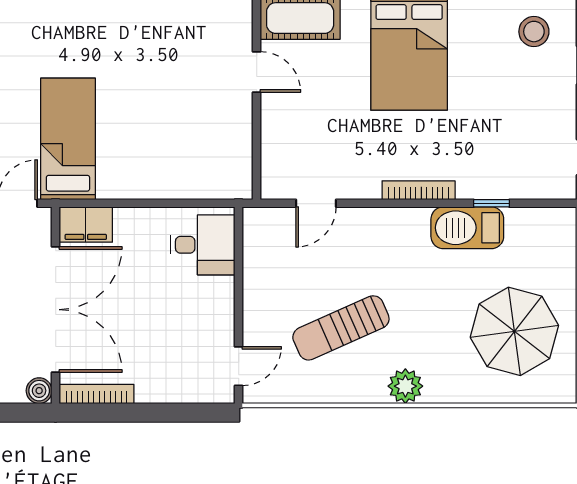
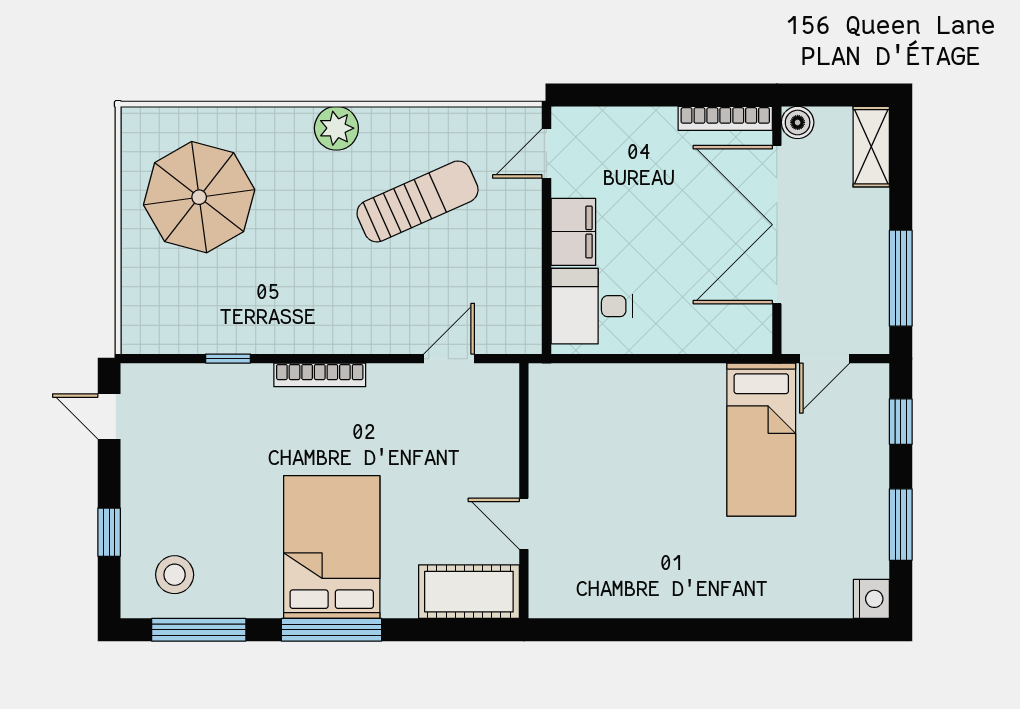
filing cabinet: (86, 224) -> (573, 232), moved, turned 90
barbecue: (467, 228) -> (258, 328), removed

